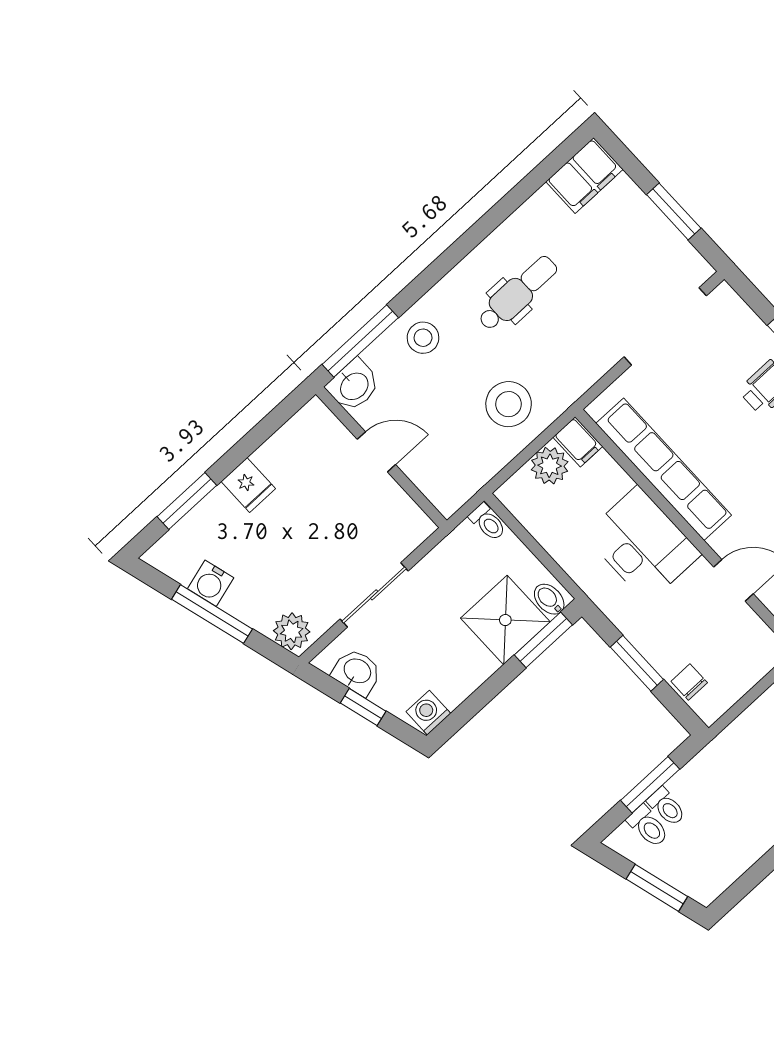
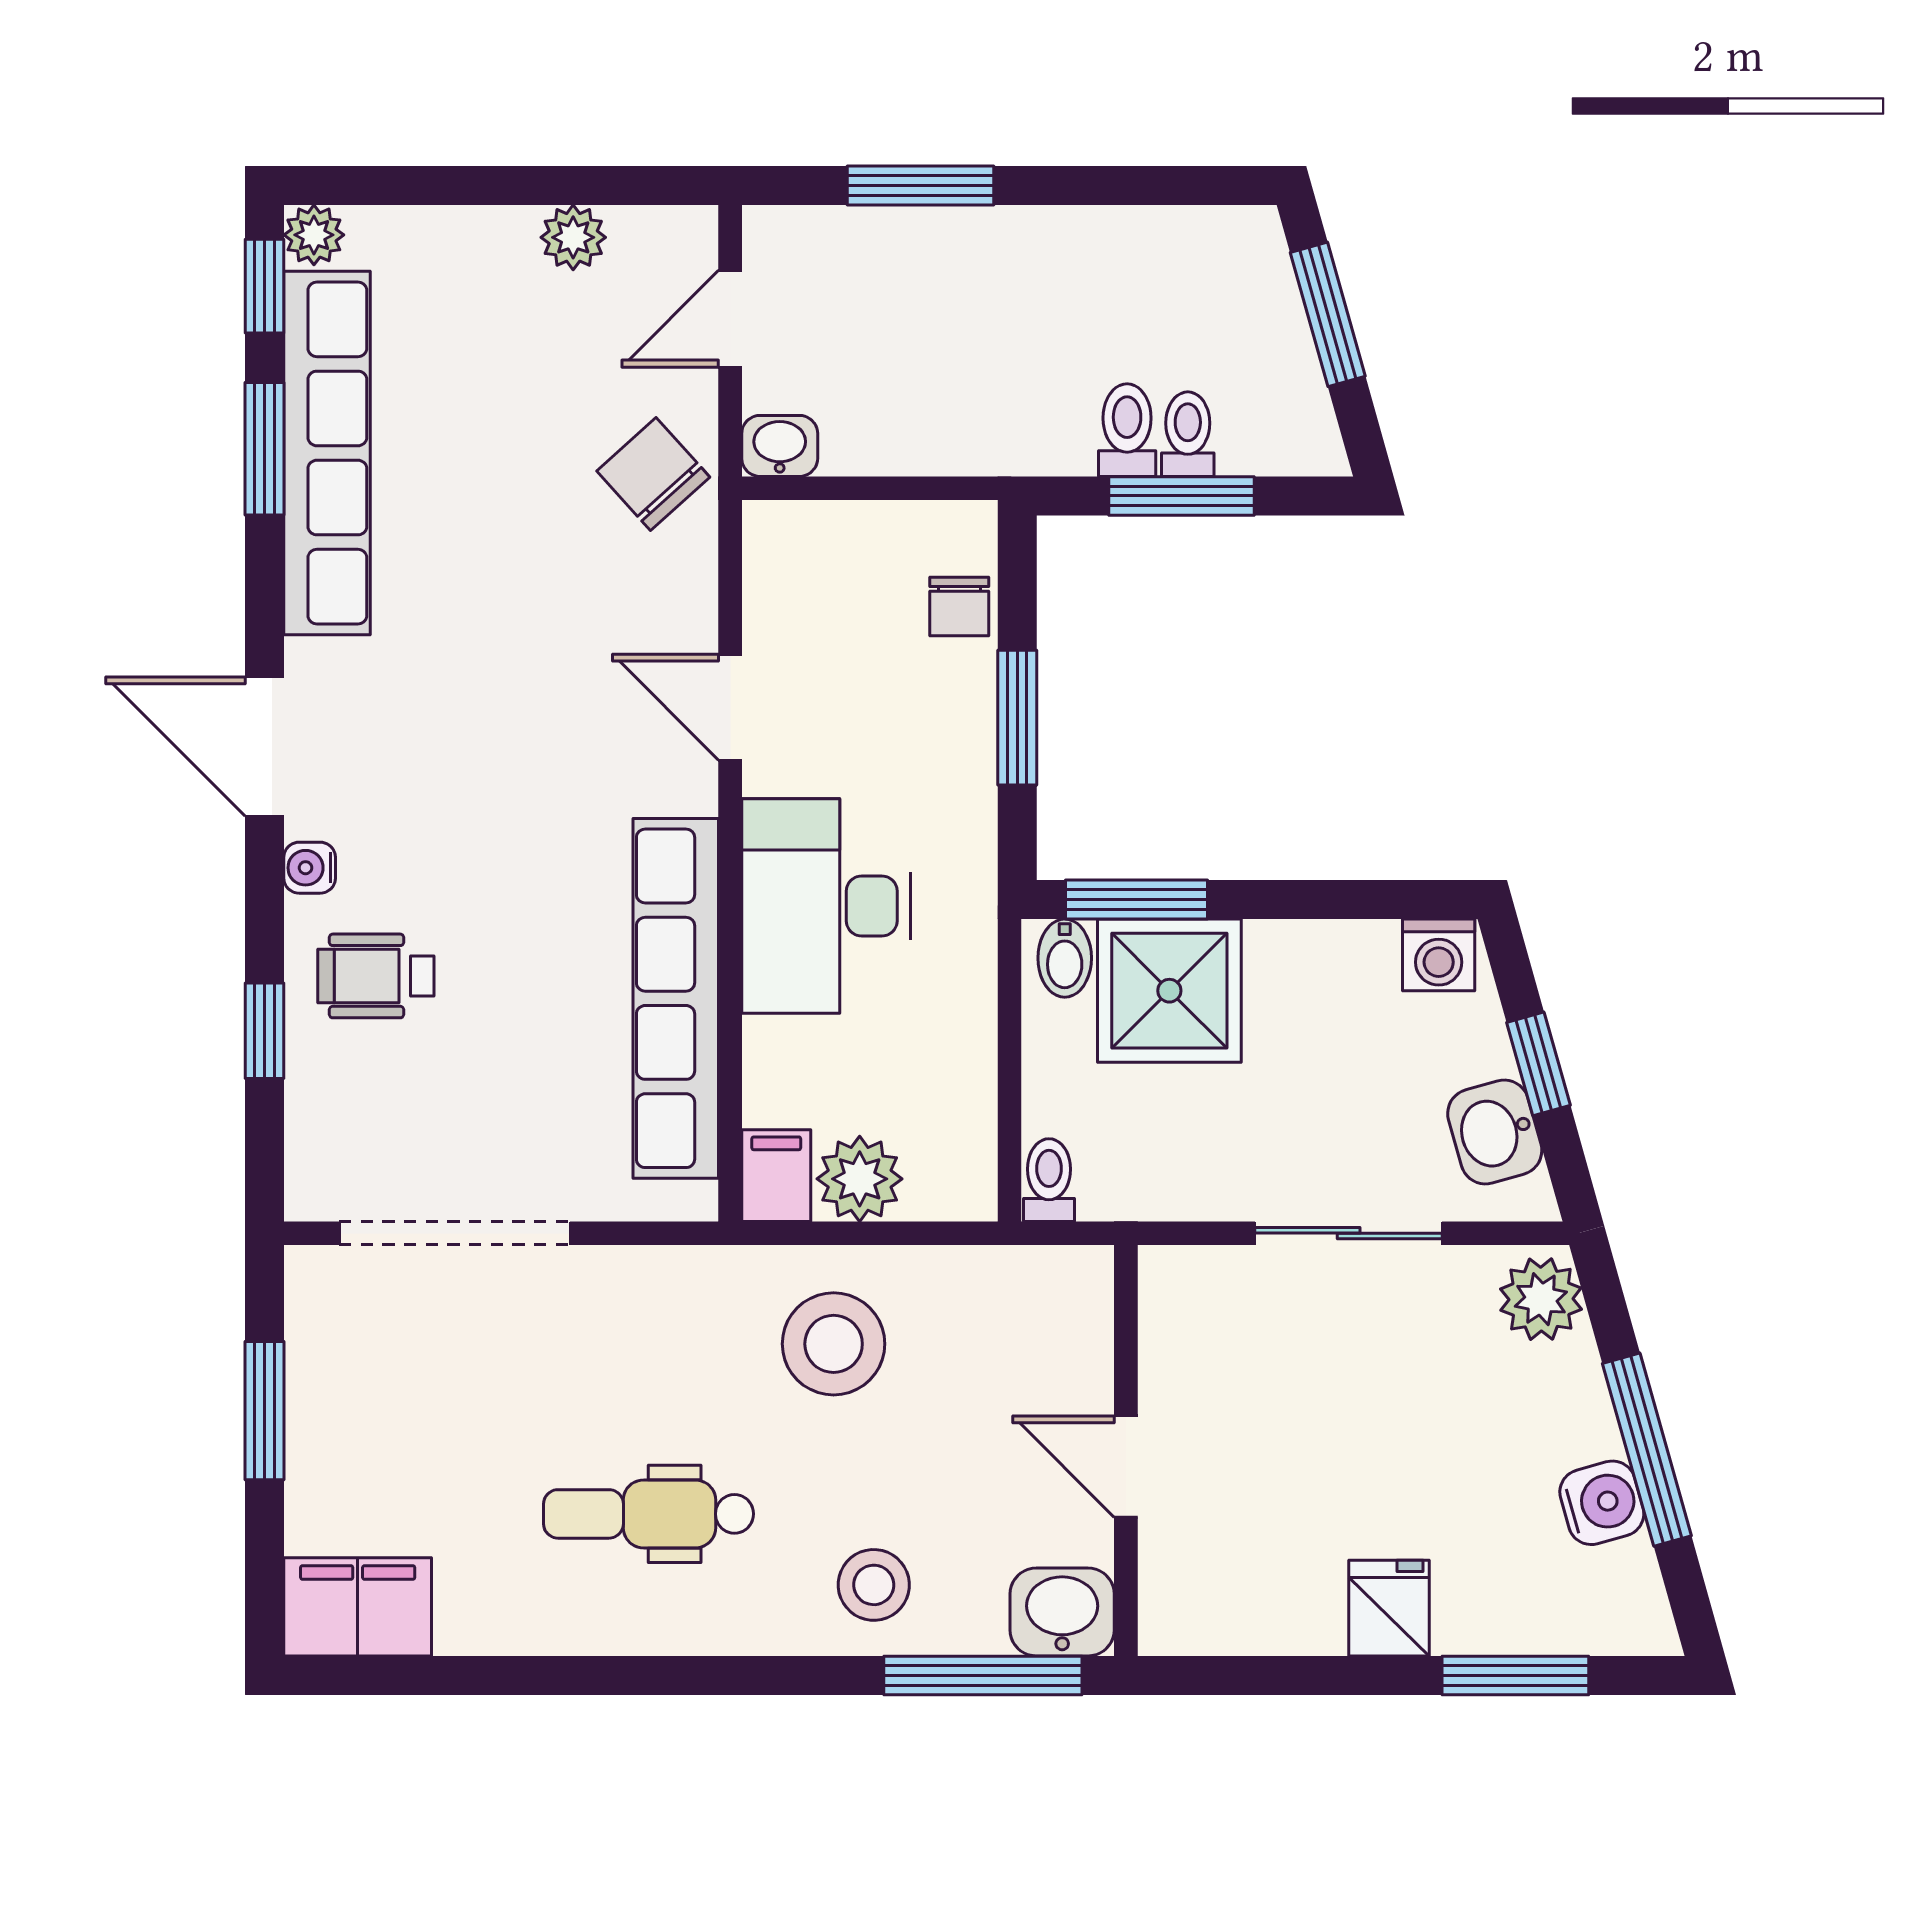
toilet: (648, 826) -> (1127, 430), moved

